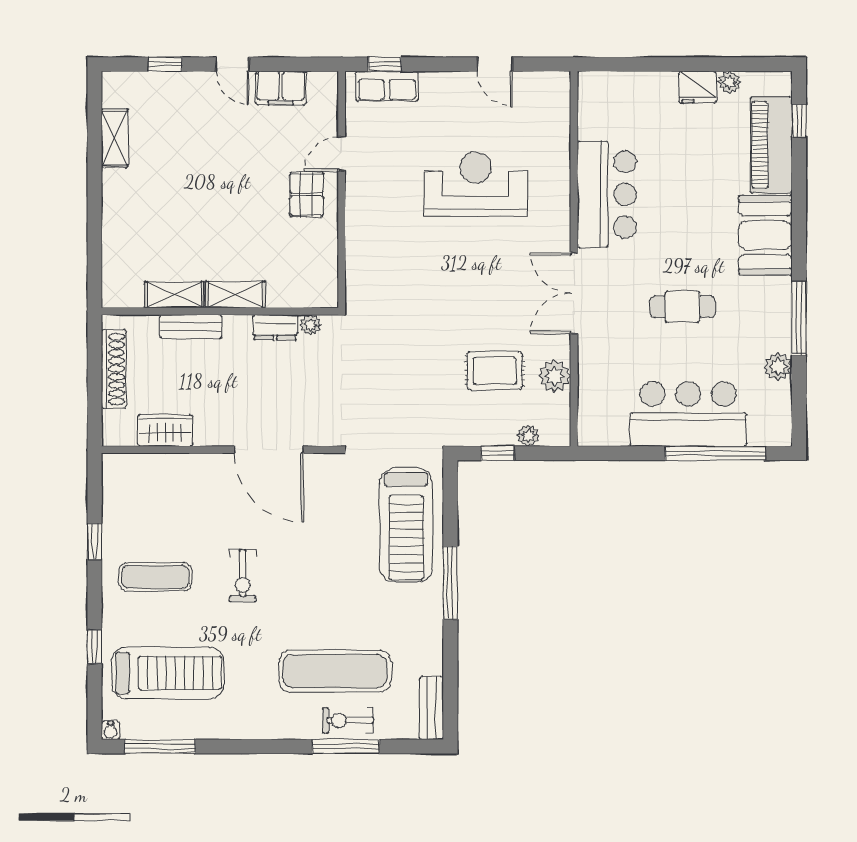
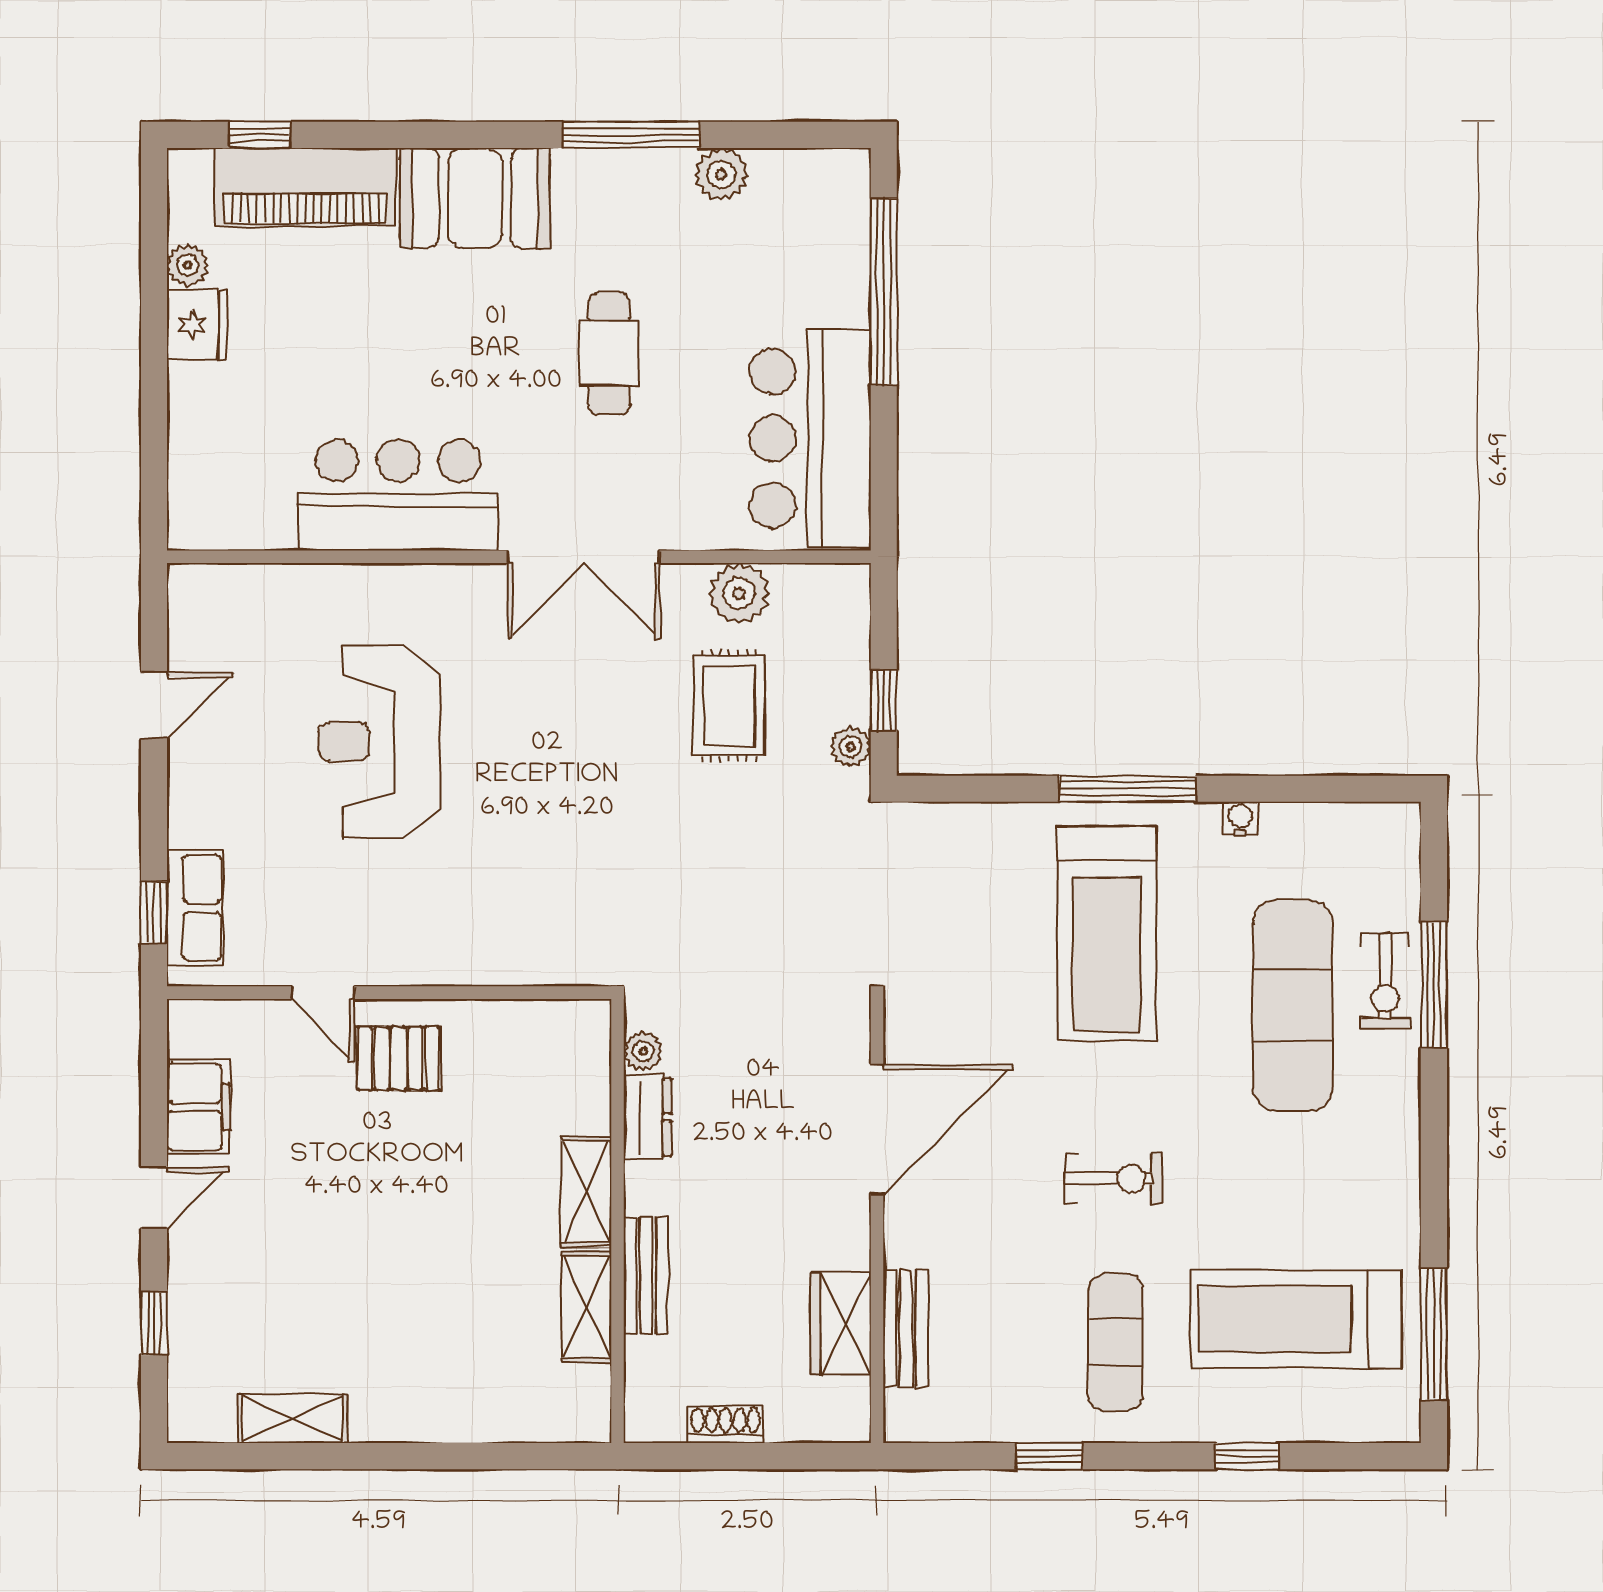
shoe rack: (114, 369) -> (726, 1425), width x0.51, depth x0.81
bar counter: (688, 414) -> (810, 438), moved
plant: (528, 435) -> (851, 747), moved
treadmill: (406, 525) -> (1107, 933), moved, turned 90
treadmill: (168, 673) -> (1296, 1319), turned -90
bench: (431, 708) -> (906, 1329), moved, turned 90
water cooler: (111, 731) -> (1240, 819), moved, turned -90

